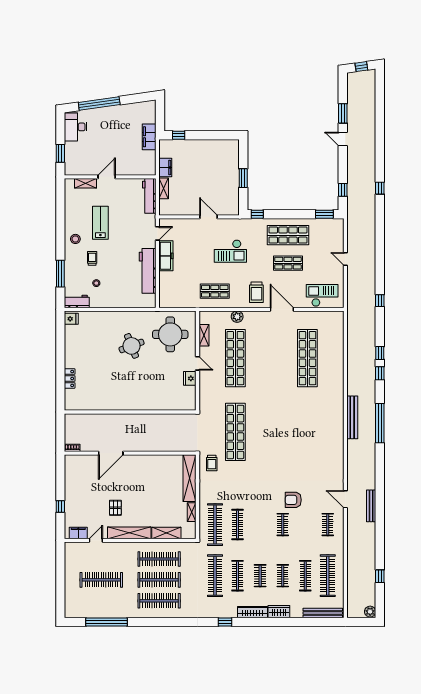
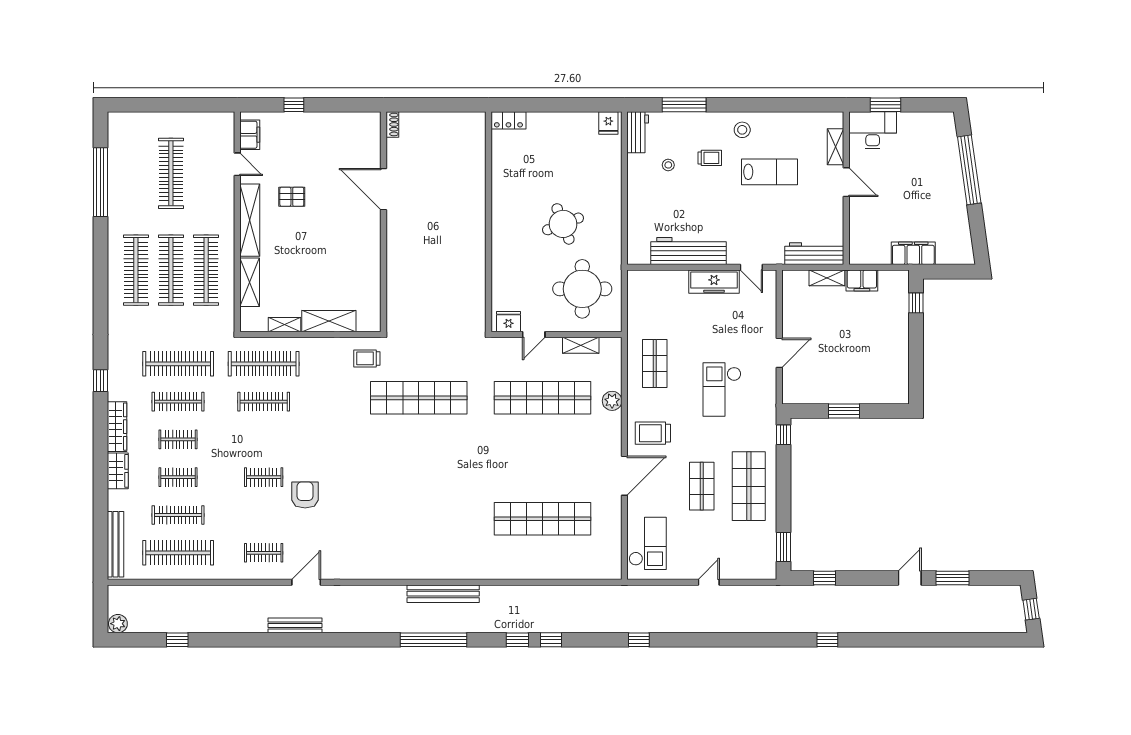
desk: (76, 127) -> (873, 130), moved
wall: (130, 412) -> (488, 222), moved
shelving: (189, 478) -> (329, 321), width x0.68

